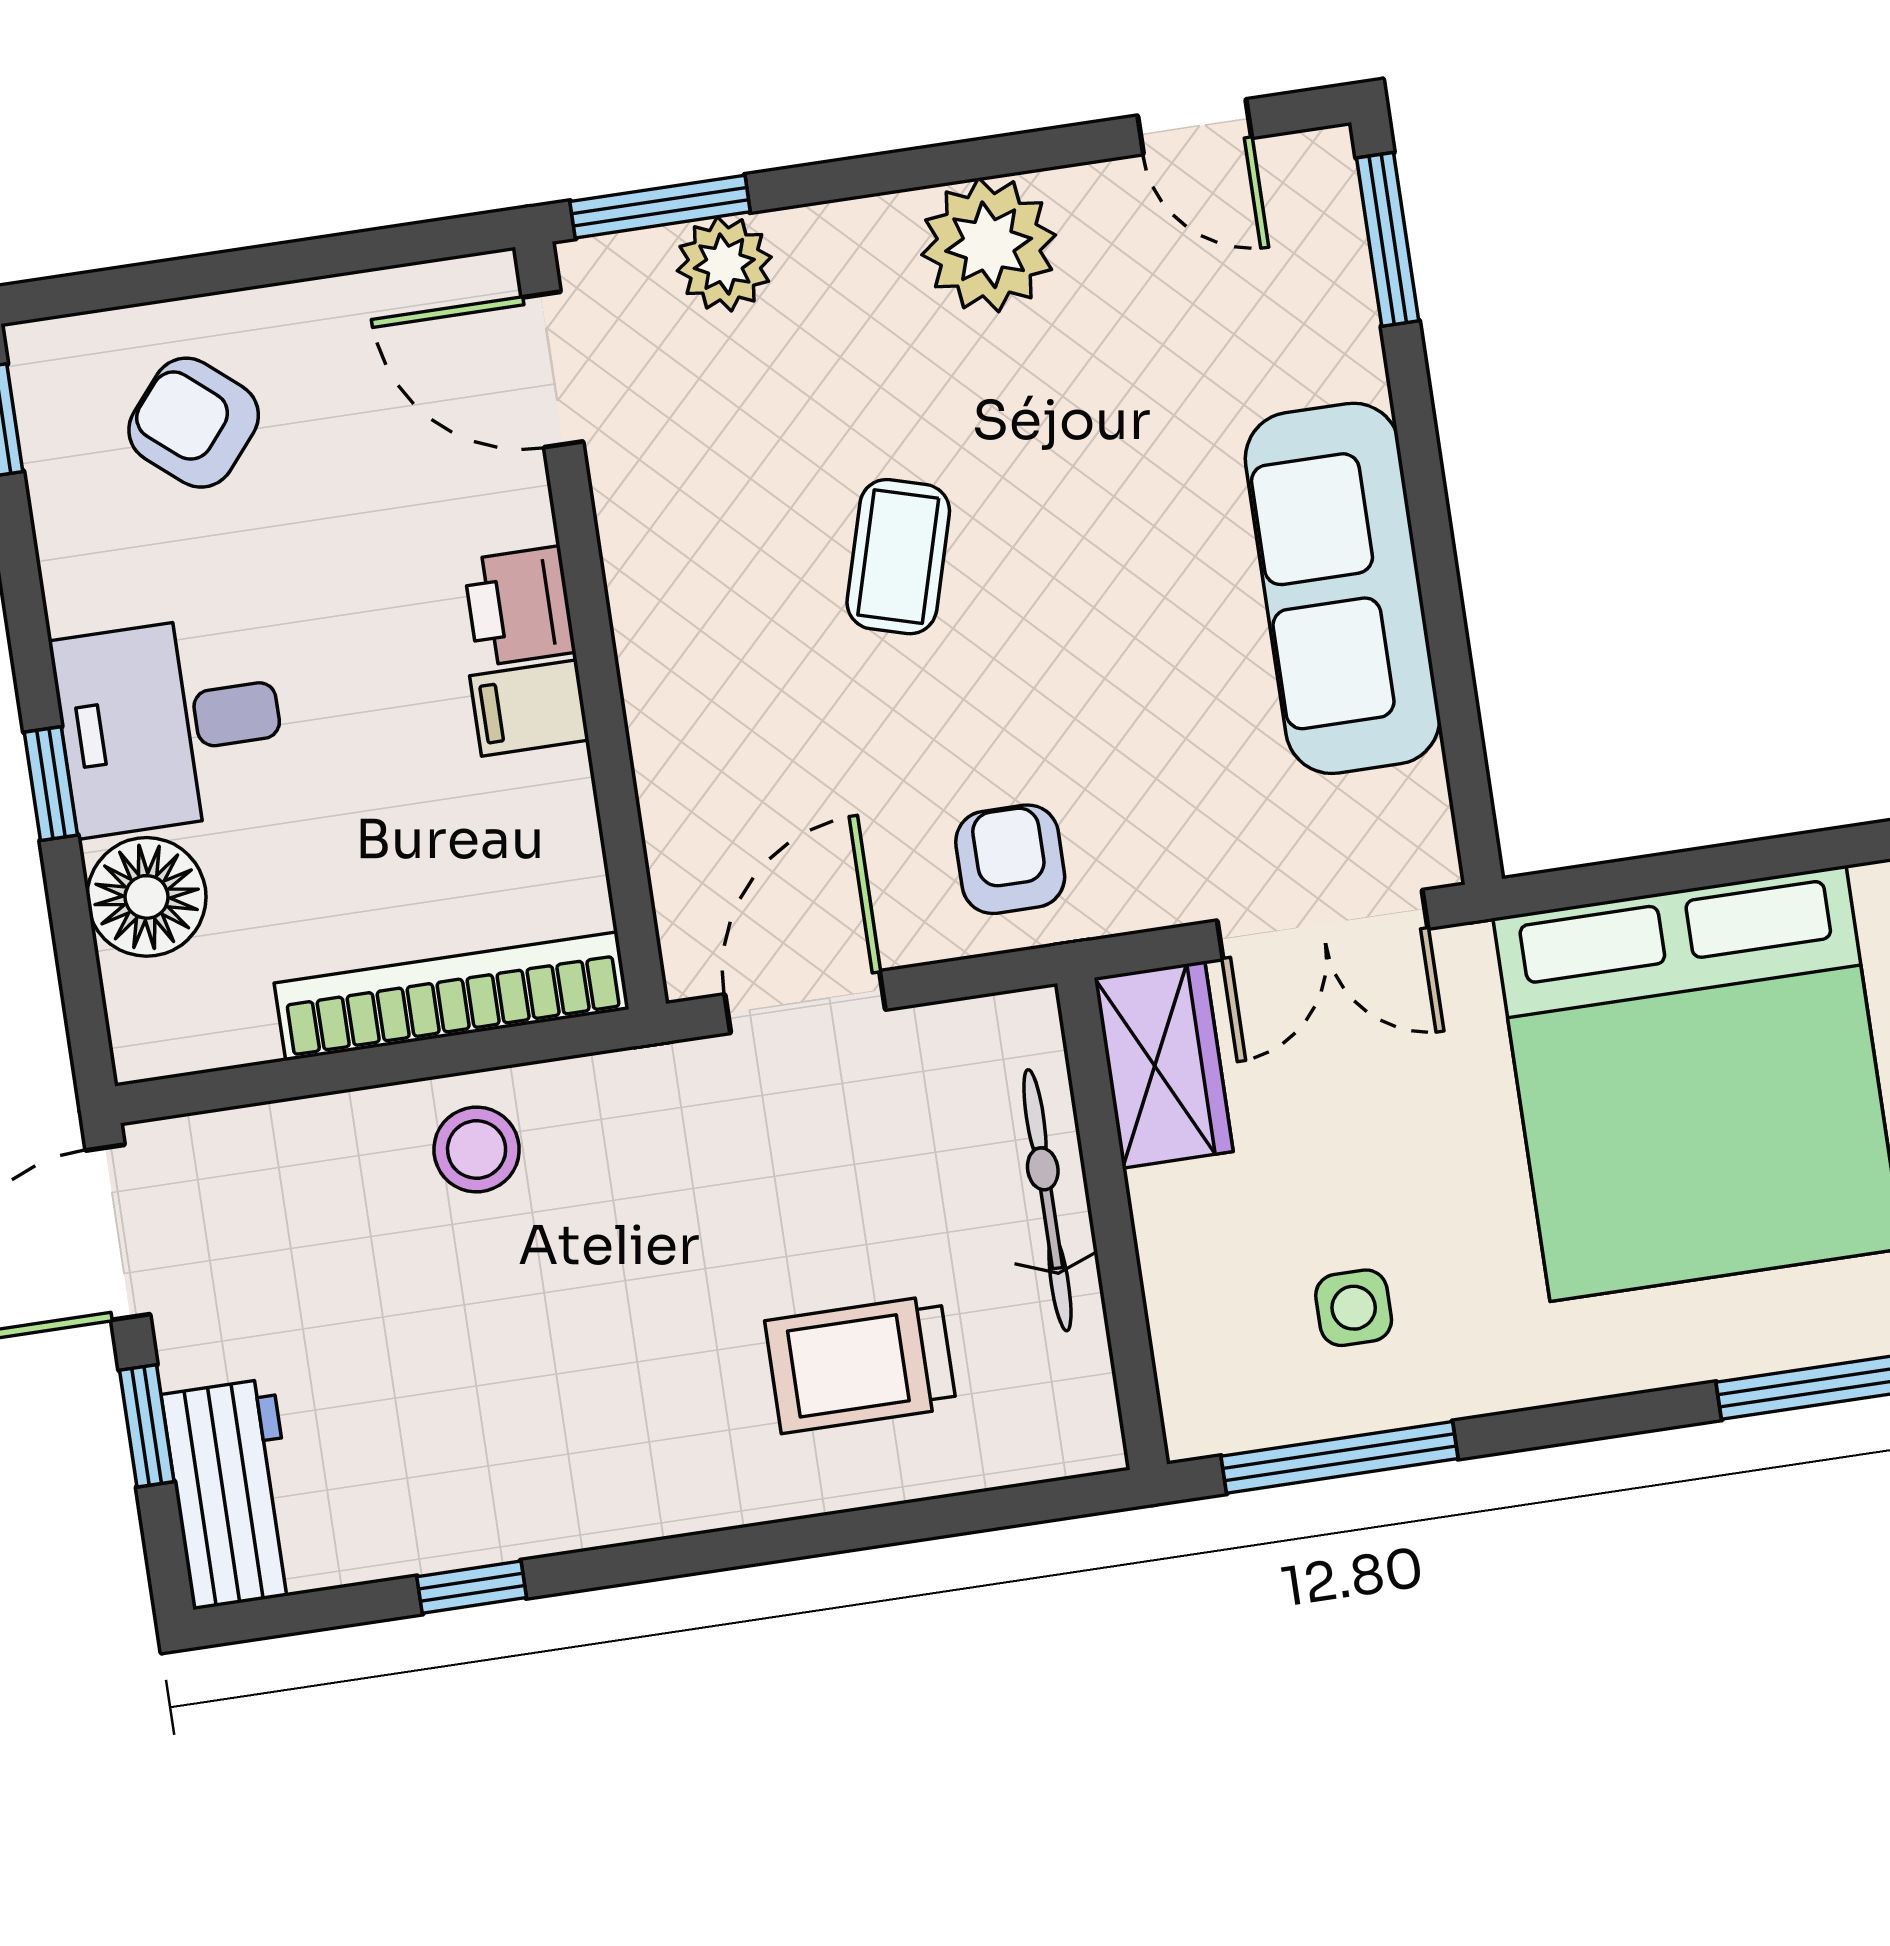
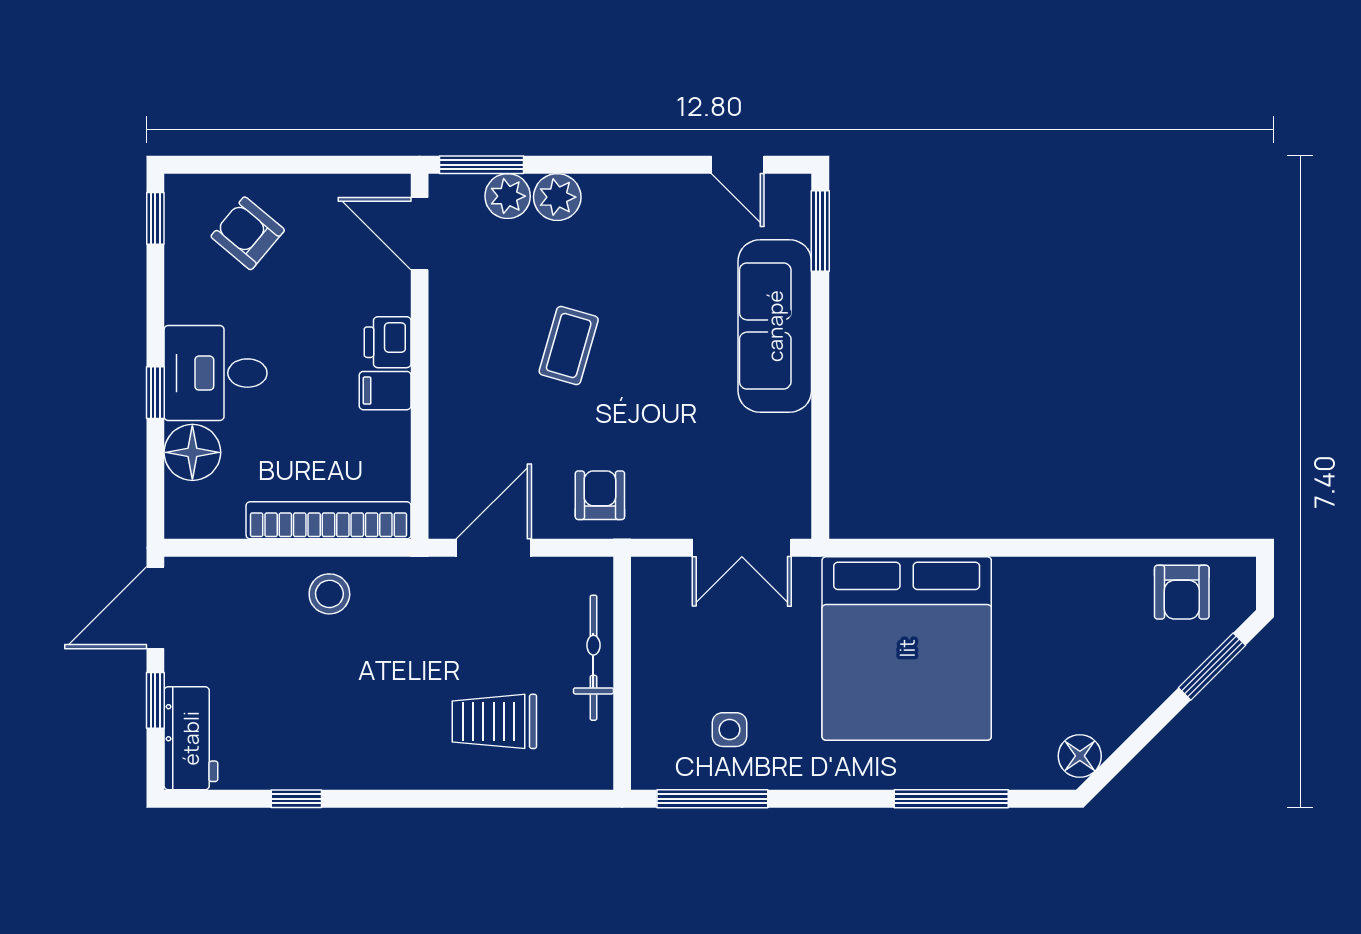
plant: (989, 245) -> (557, 197), moved, width x0.73, depth x0.73
sofa: (1343, 588) -> (775, 326), moved
wardrobe: (1164, 1065) -> (657, 602), removed

